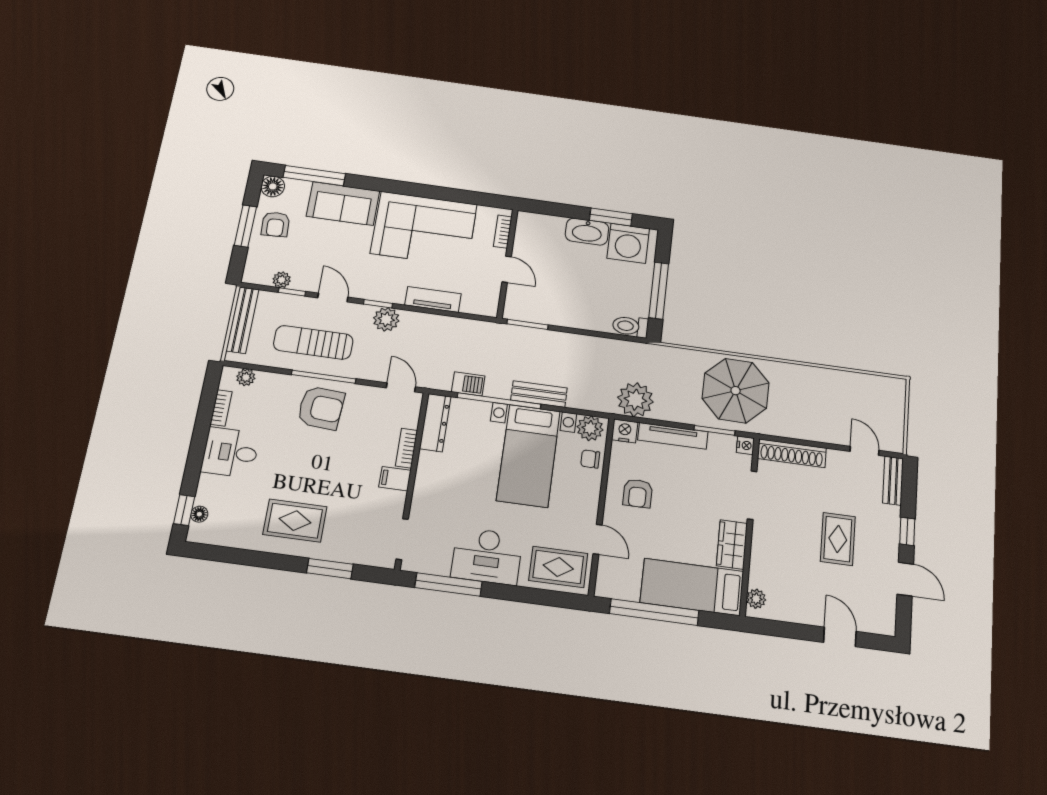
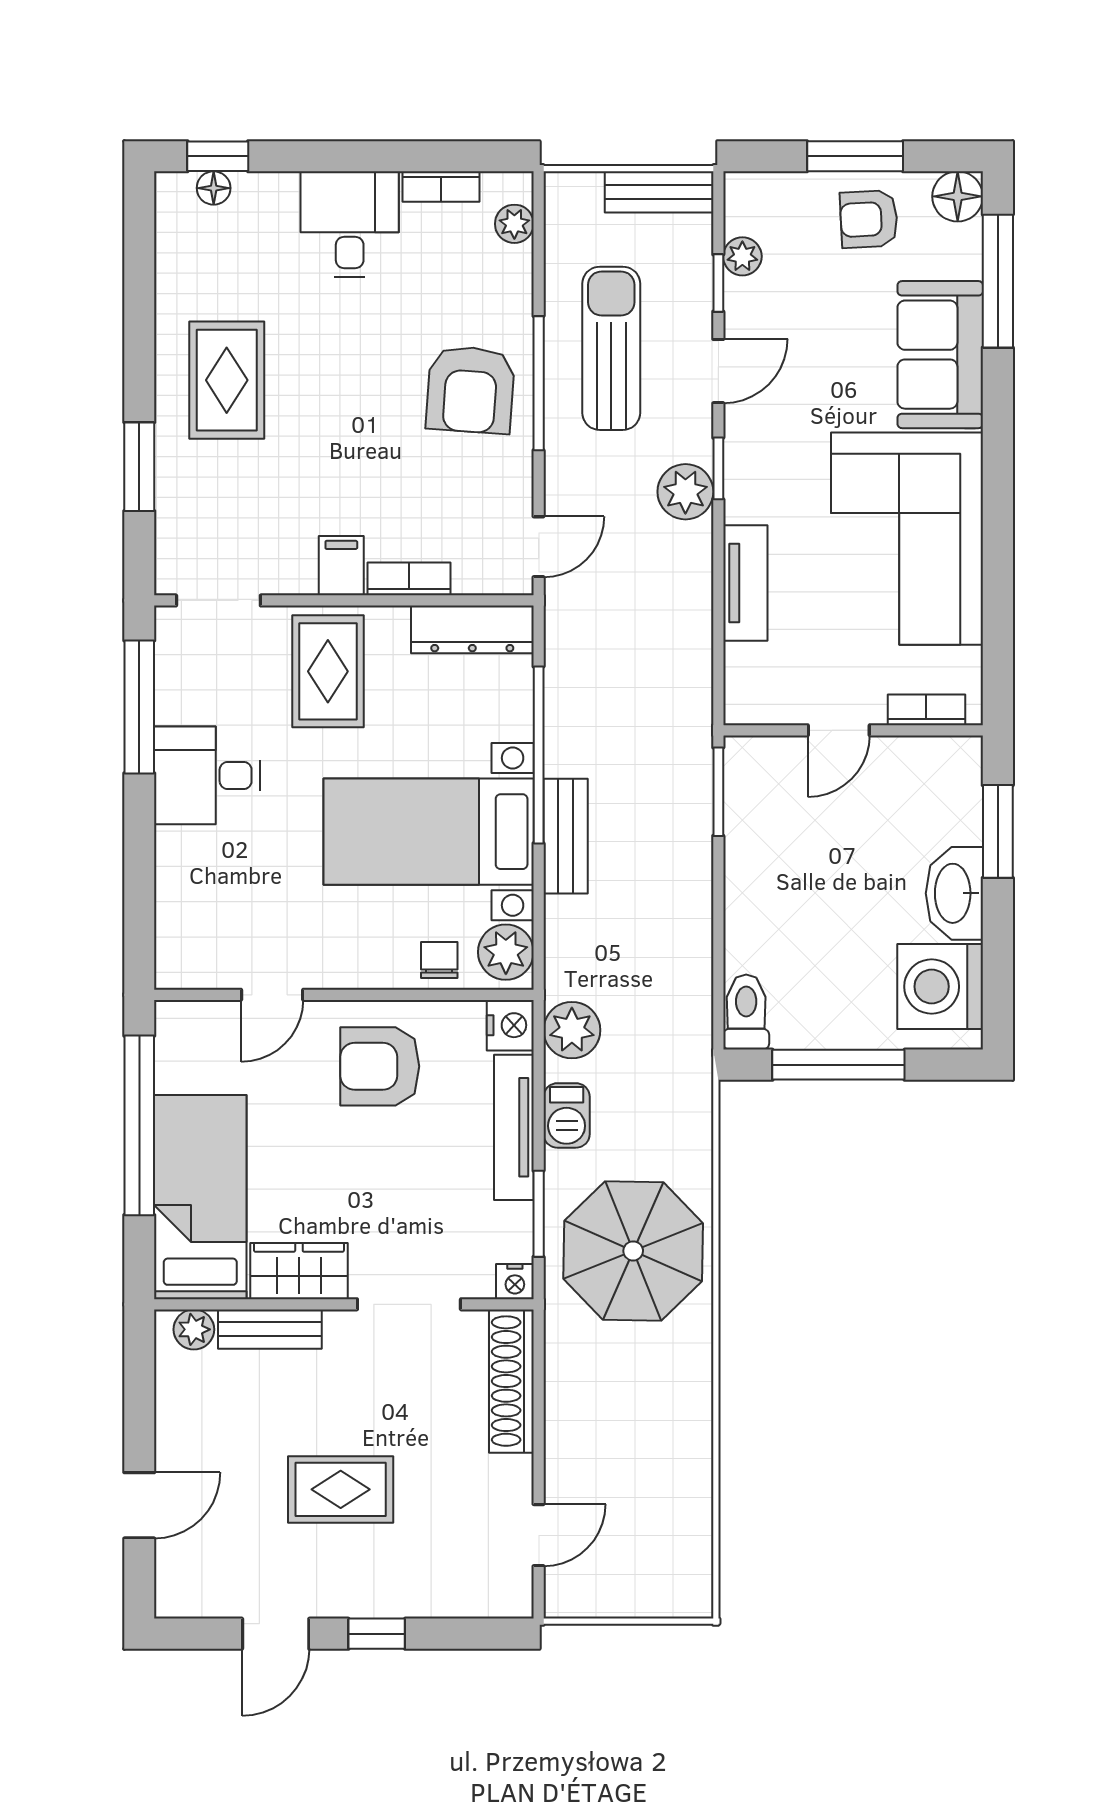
window: (611, 217) -> (998, 831), moved
bench: (242, 320) -> (659, 192), width x0.73
barbecue: (468, 384) -> (567, 1115), moved
plant: (635, 400) -> (572, 1030), width x0.73, depth x0.73
bench: (893, 481) -> (270, 1329), moved
armchair: (638, 493) -> (380, 1066), width x1.38, depth x1.38
desk: (487, 556) -> (207, 775), width x0.73
rug: (558, 567) -> (328, 671), moved

